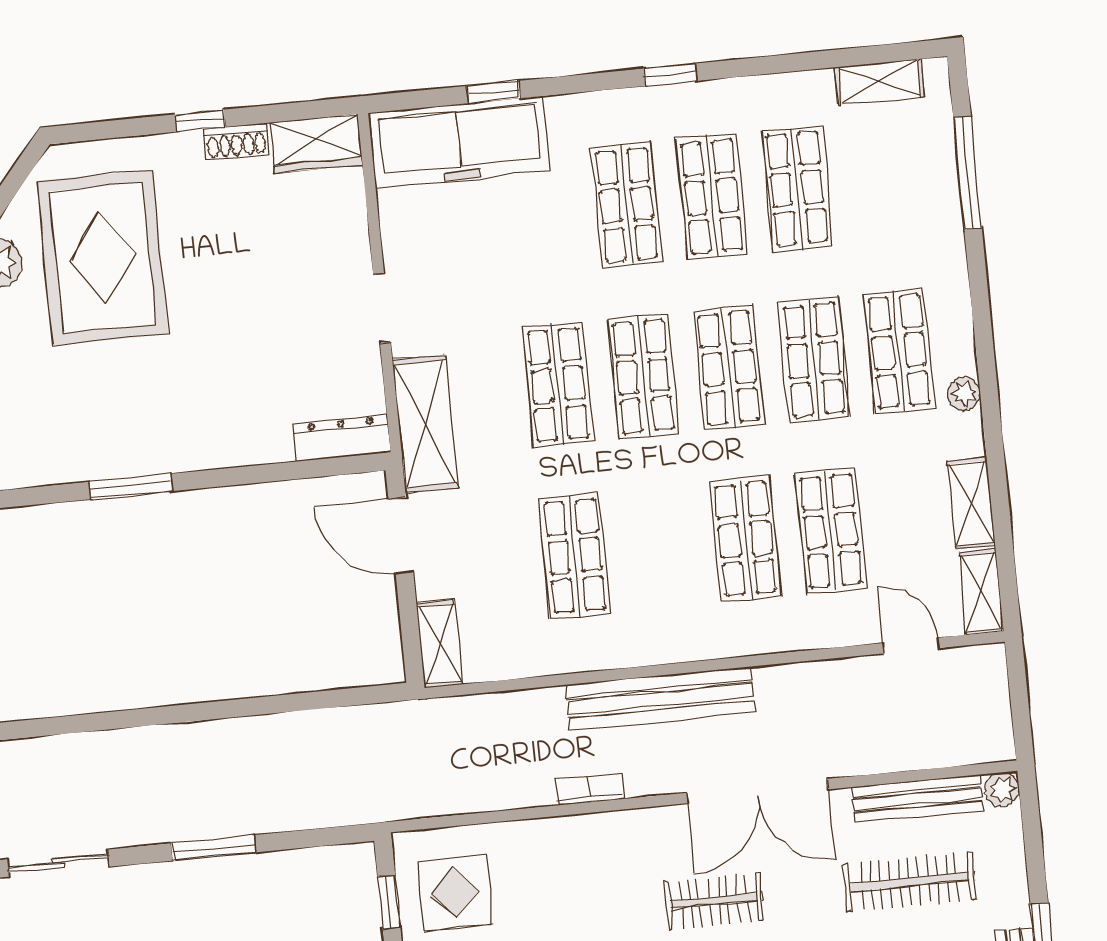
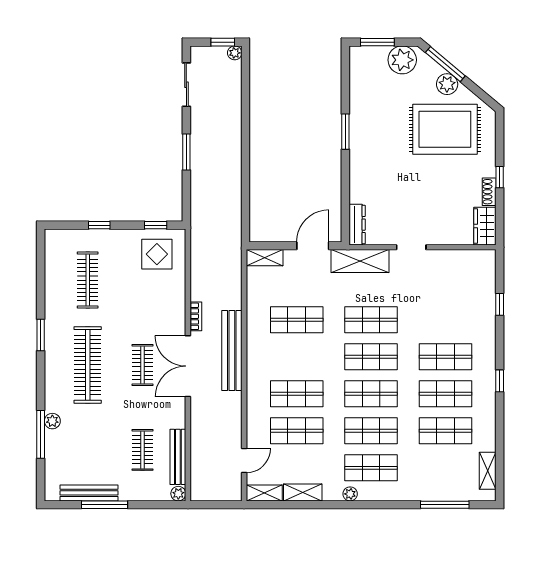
freezer: (459, 142) -> (480, 288), removed
double door: (757, 791) -> (188, 366), moved
clothes rail: (910, 882) -> (142, 450), width x0.73

